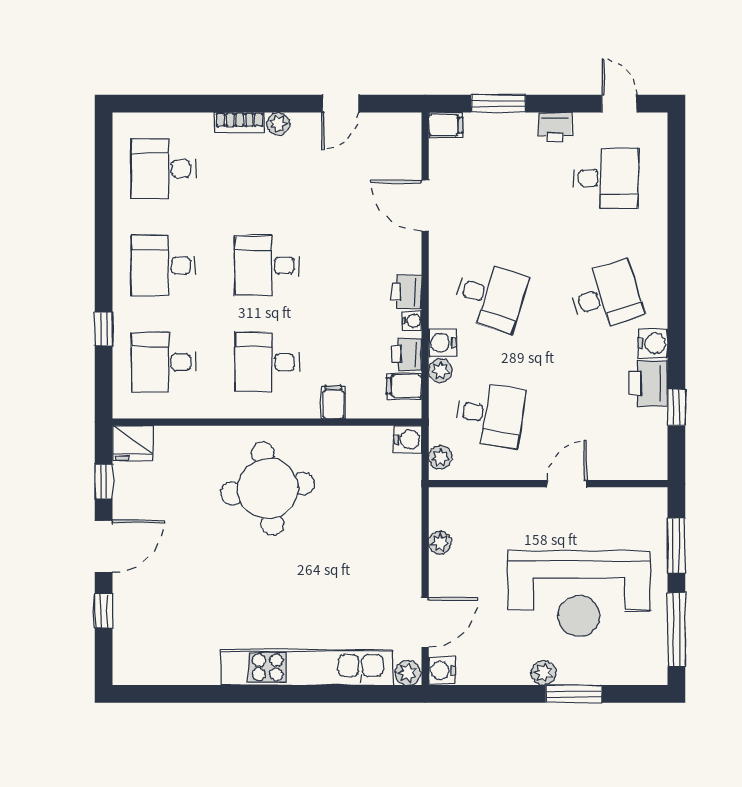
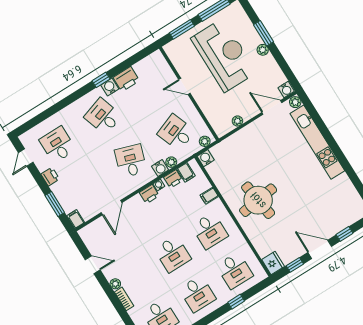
window: (676, 407) -> (101, 80), moved
desk: (490, 414) -> (176, 132), turned -30

